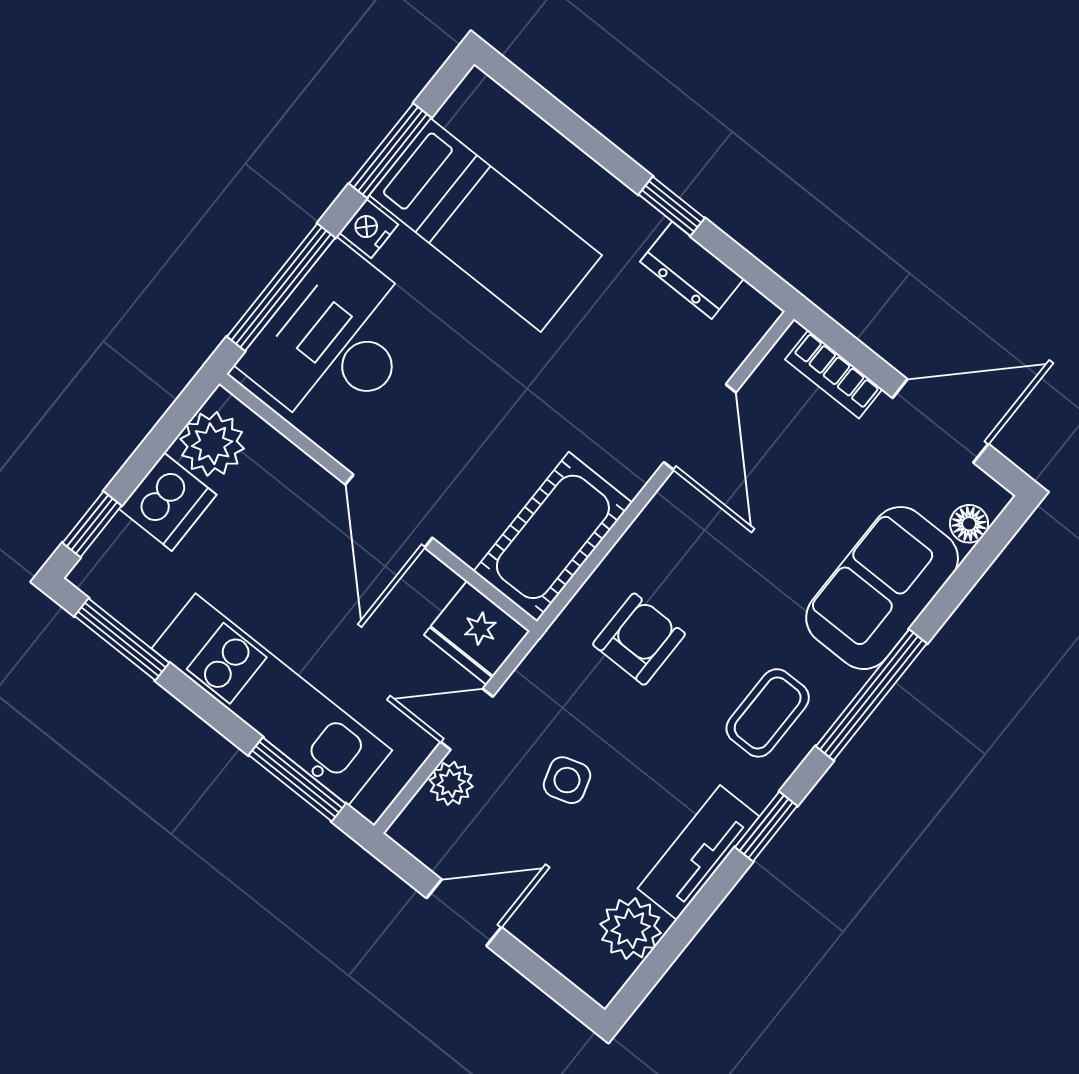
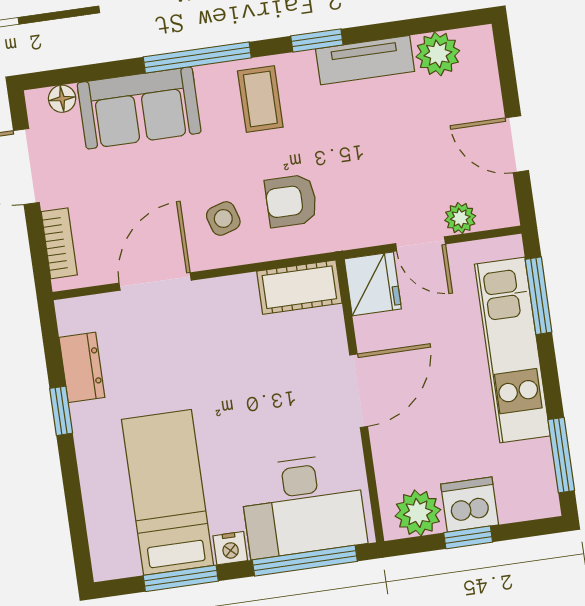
window: (92, 524) -> (468, 537), moved
cot: (553, 537) -> (299, 287), width x0.73, depth x0.75
coffee table: (768, 713) -> (260, 99), turned 90
side table: (567, 780) -> (223, 218), moved

